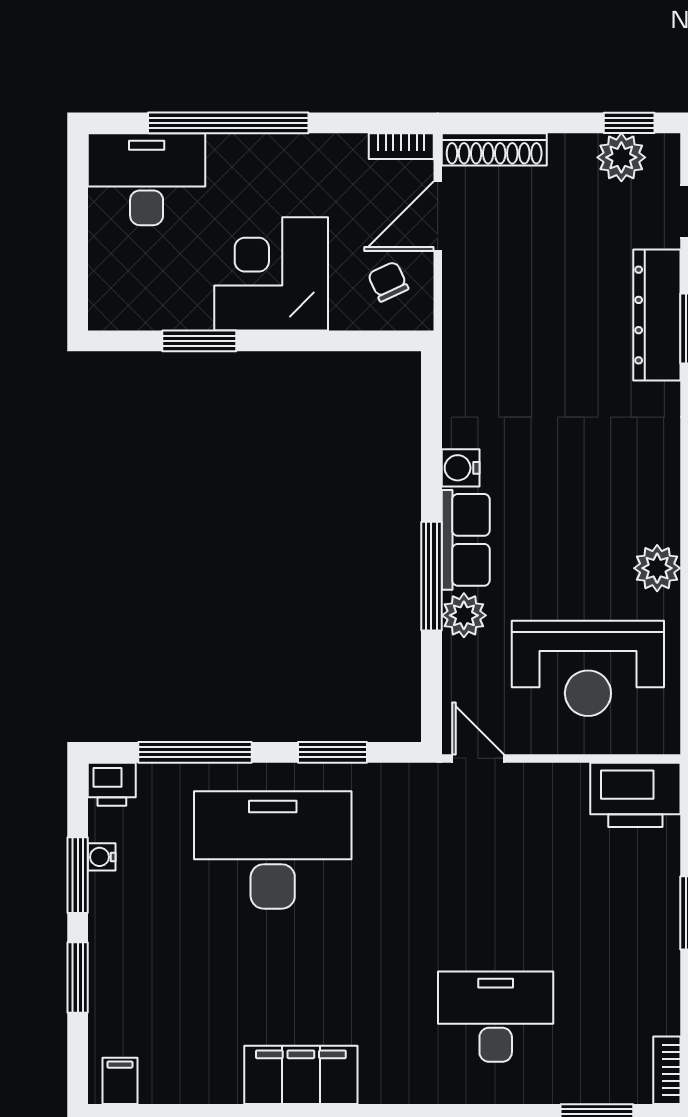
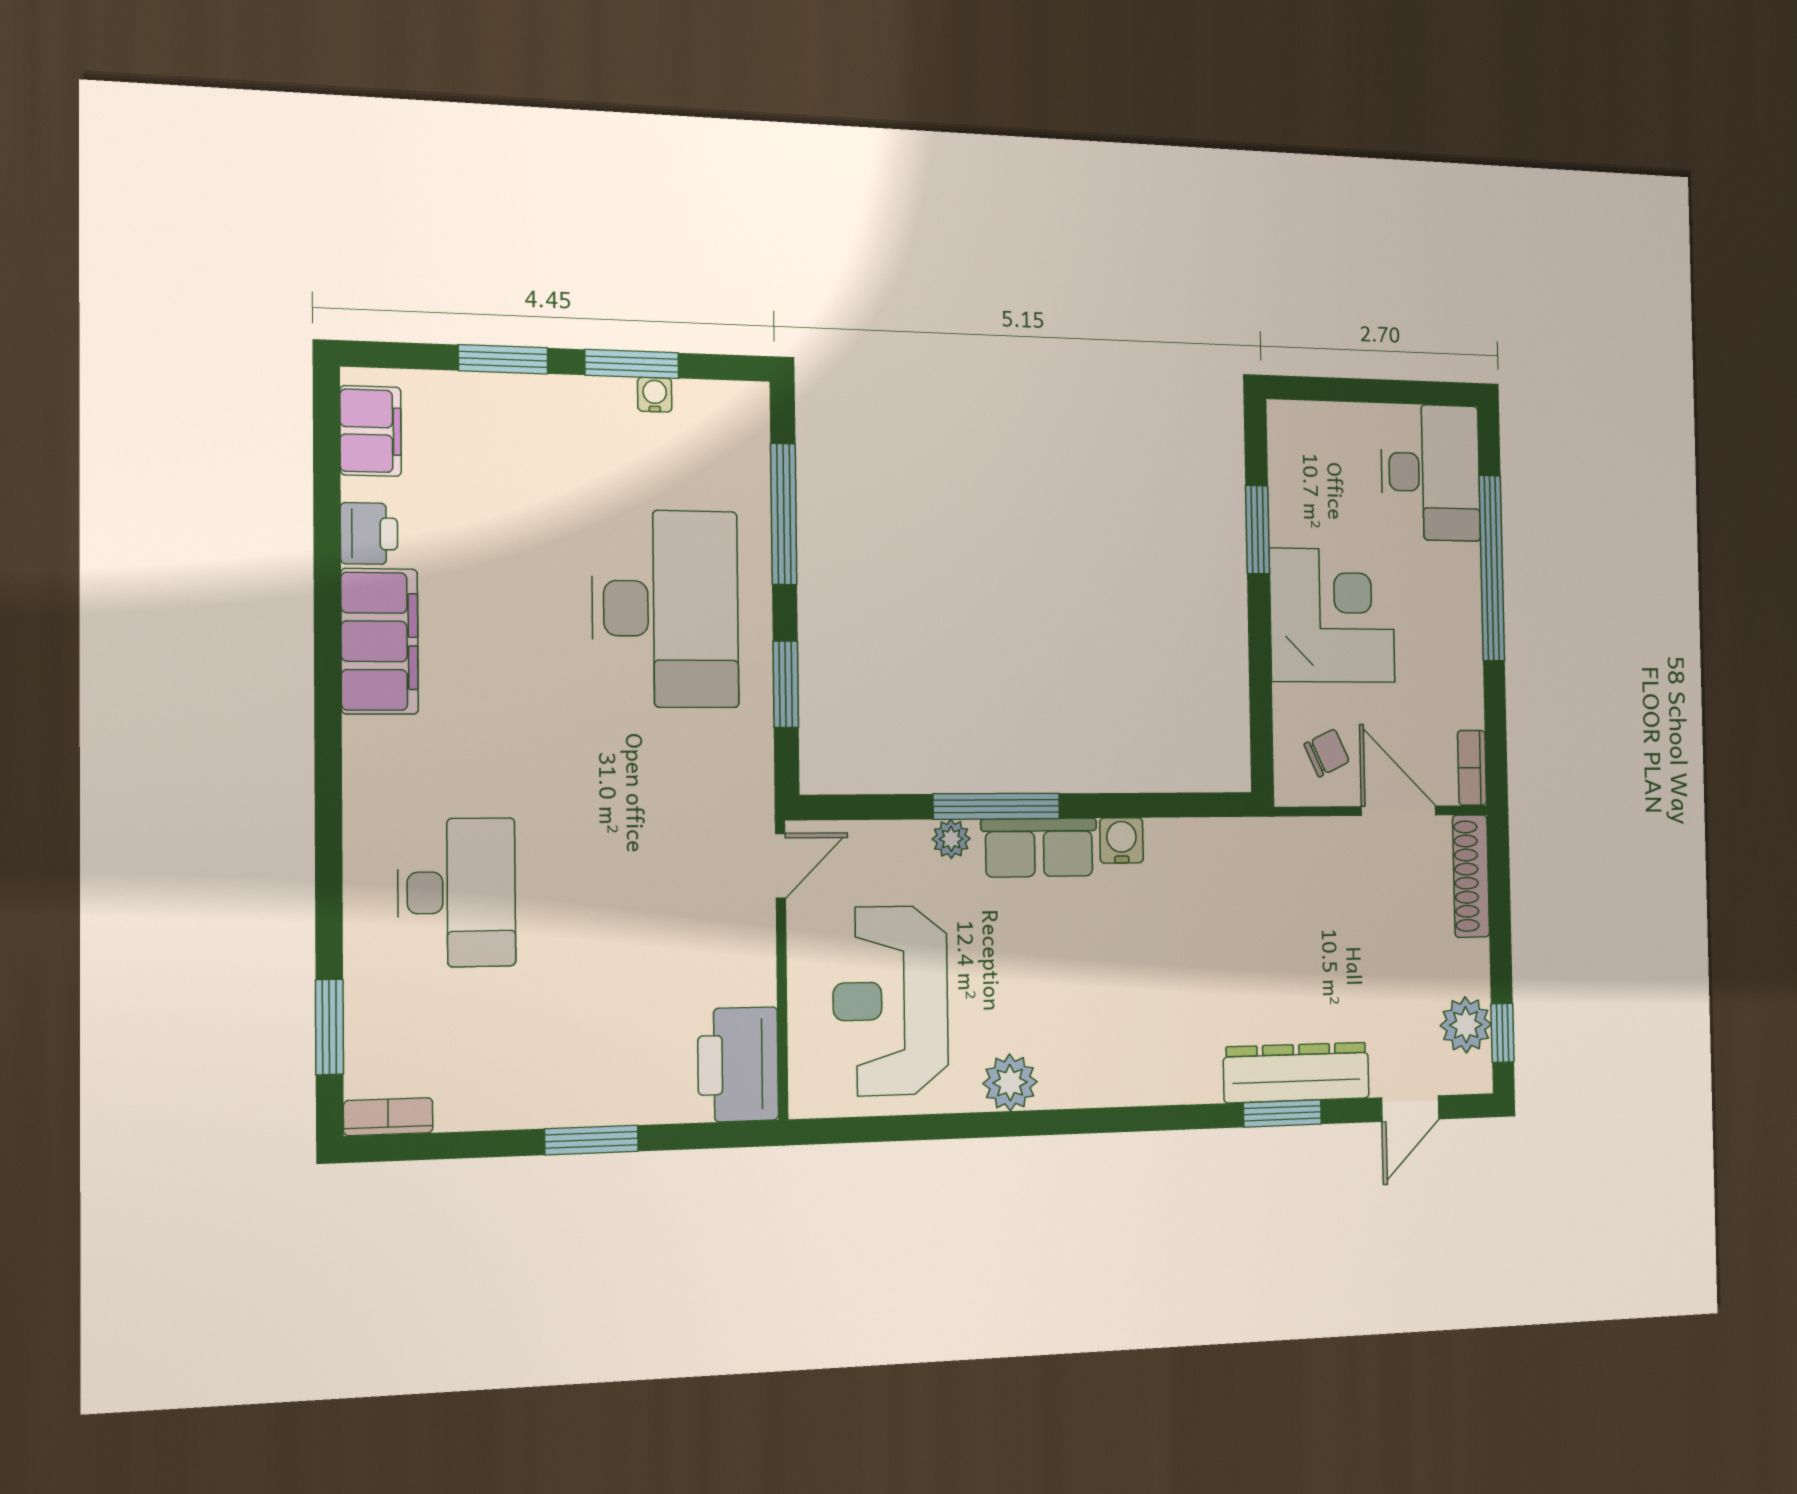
plant: (464, 615) -> (951, 839), width x0.73, depth x0.73
printer: (112, 784) -> (369, 534), moved, turned 180
filing cabinet: (120, 1081) -> (371, 431), width x2.00

